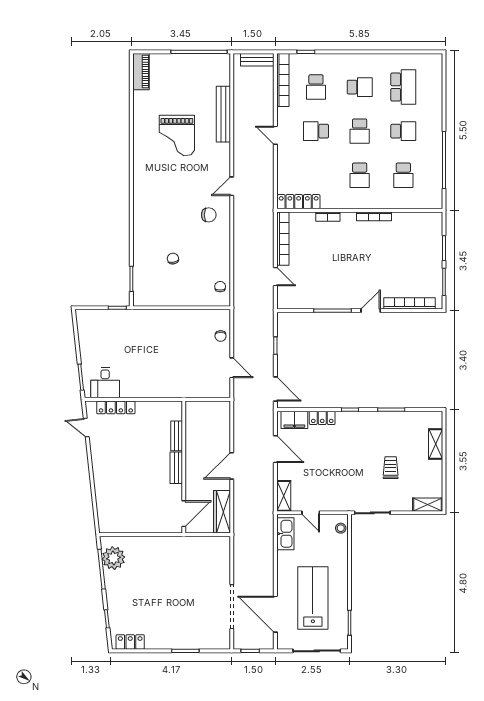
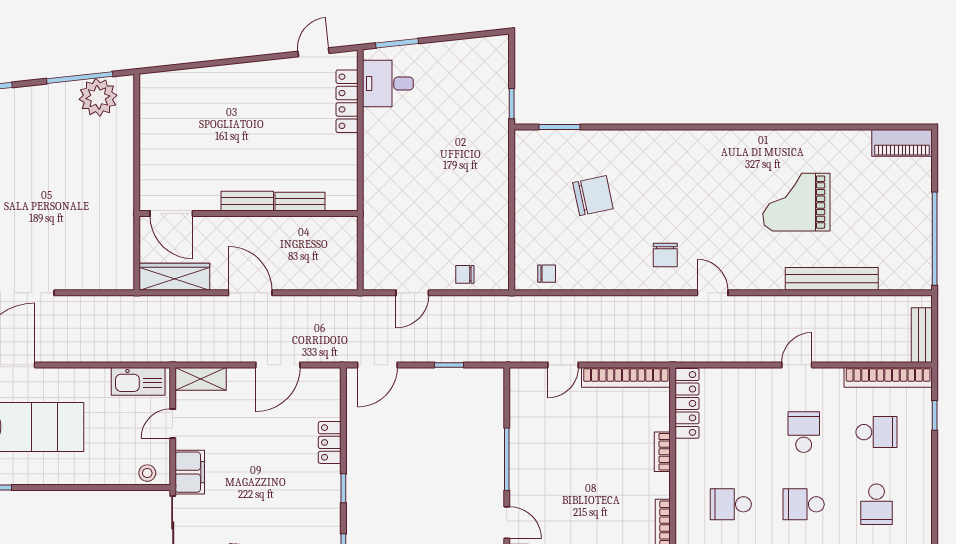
school desk: (316, 87) -> (877, 432), turned 180
chair: (173, 259) -> (593, 196), width x1.87, depth x1.87
filing cabinet: (294, 420) -> (190, 472), moved, turned 180

